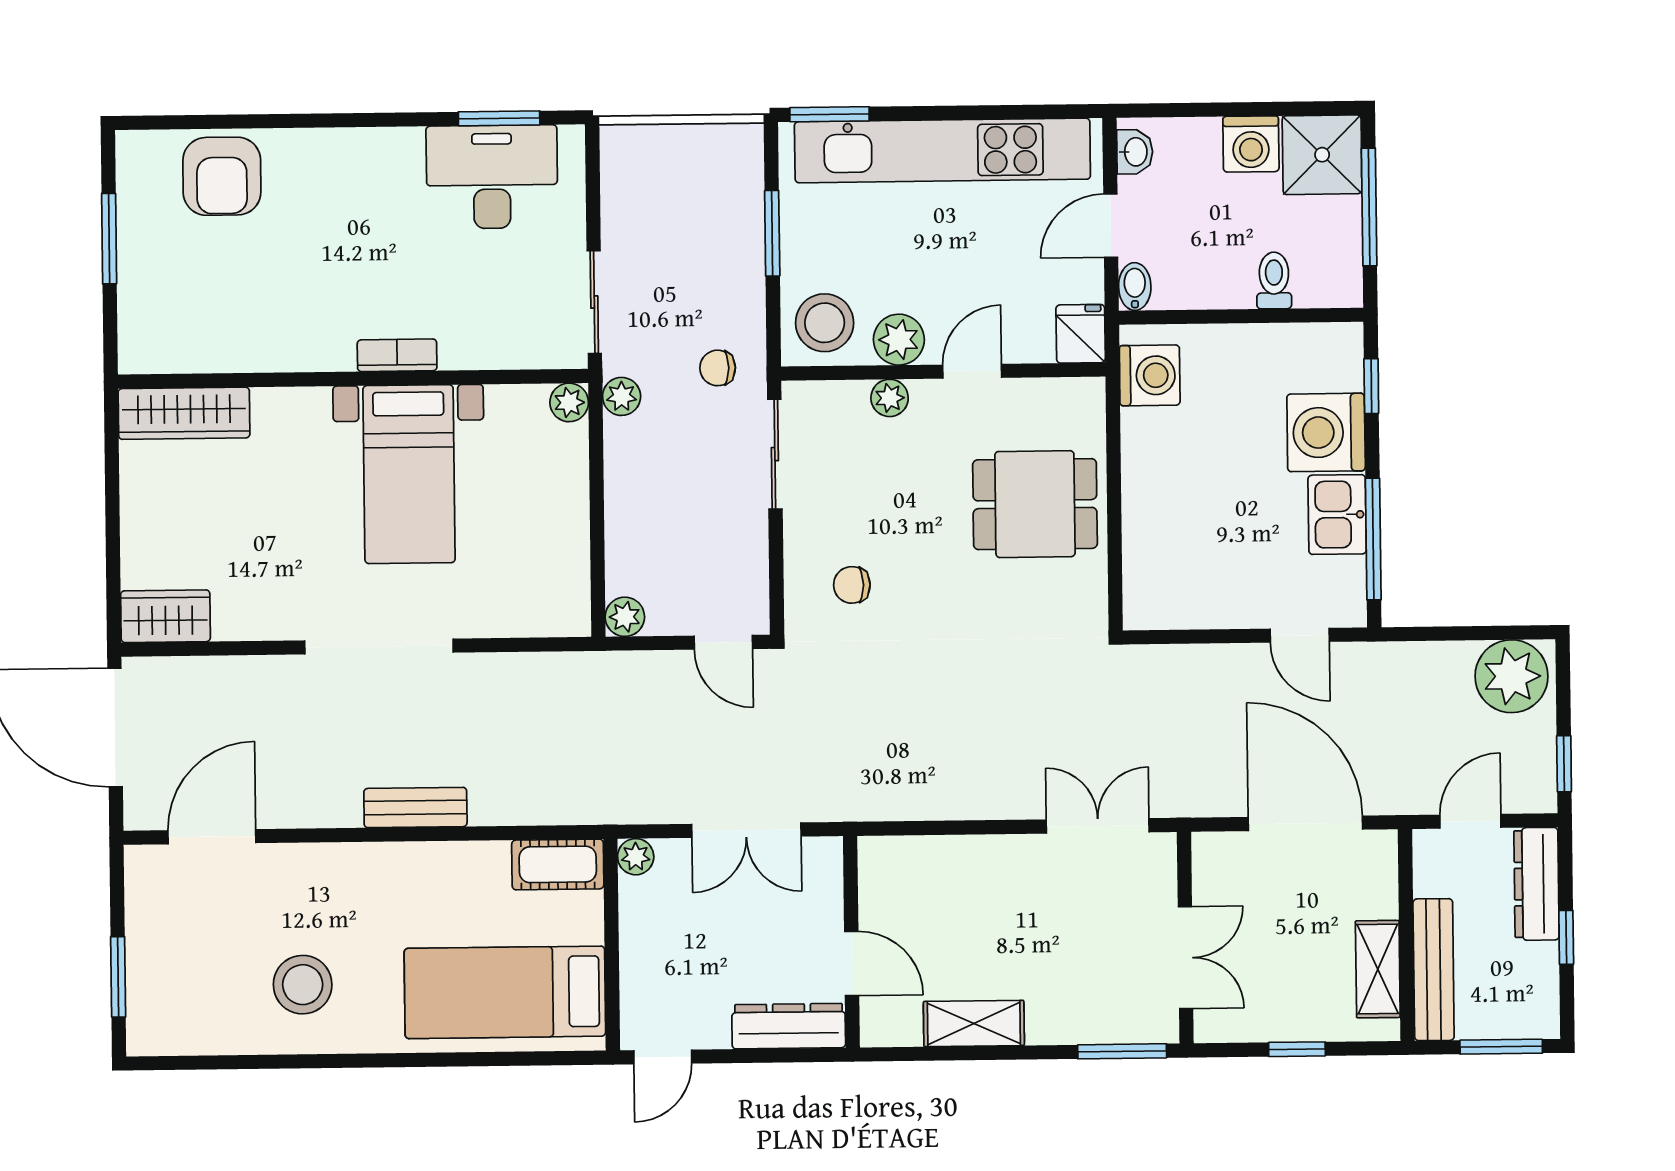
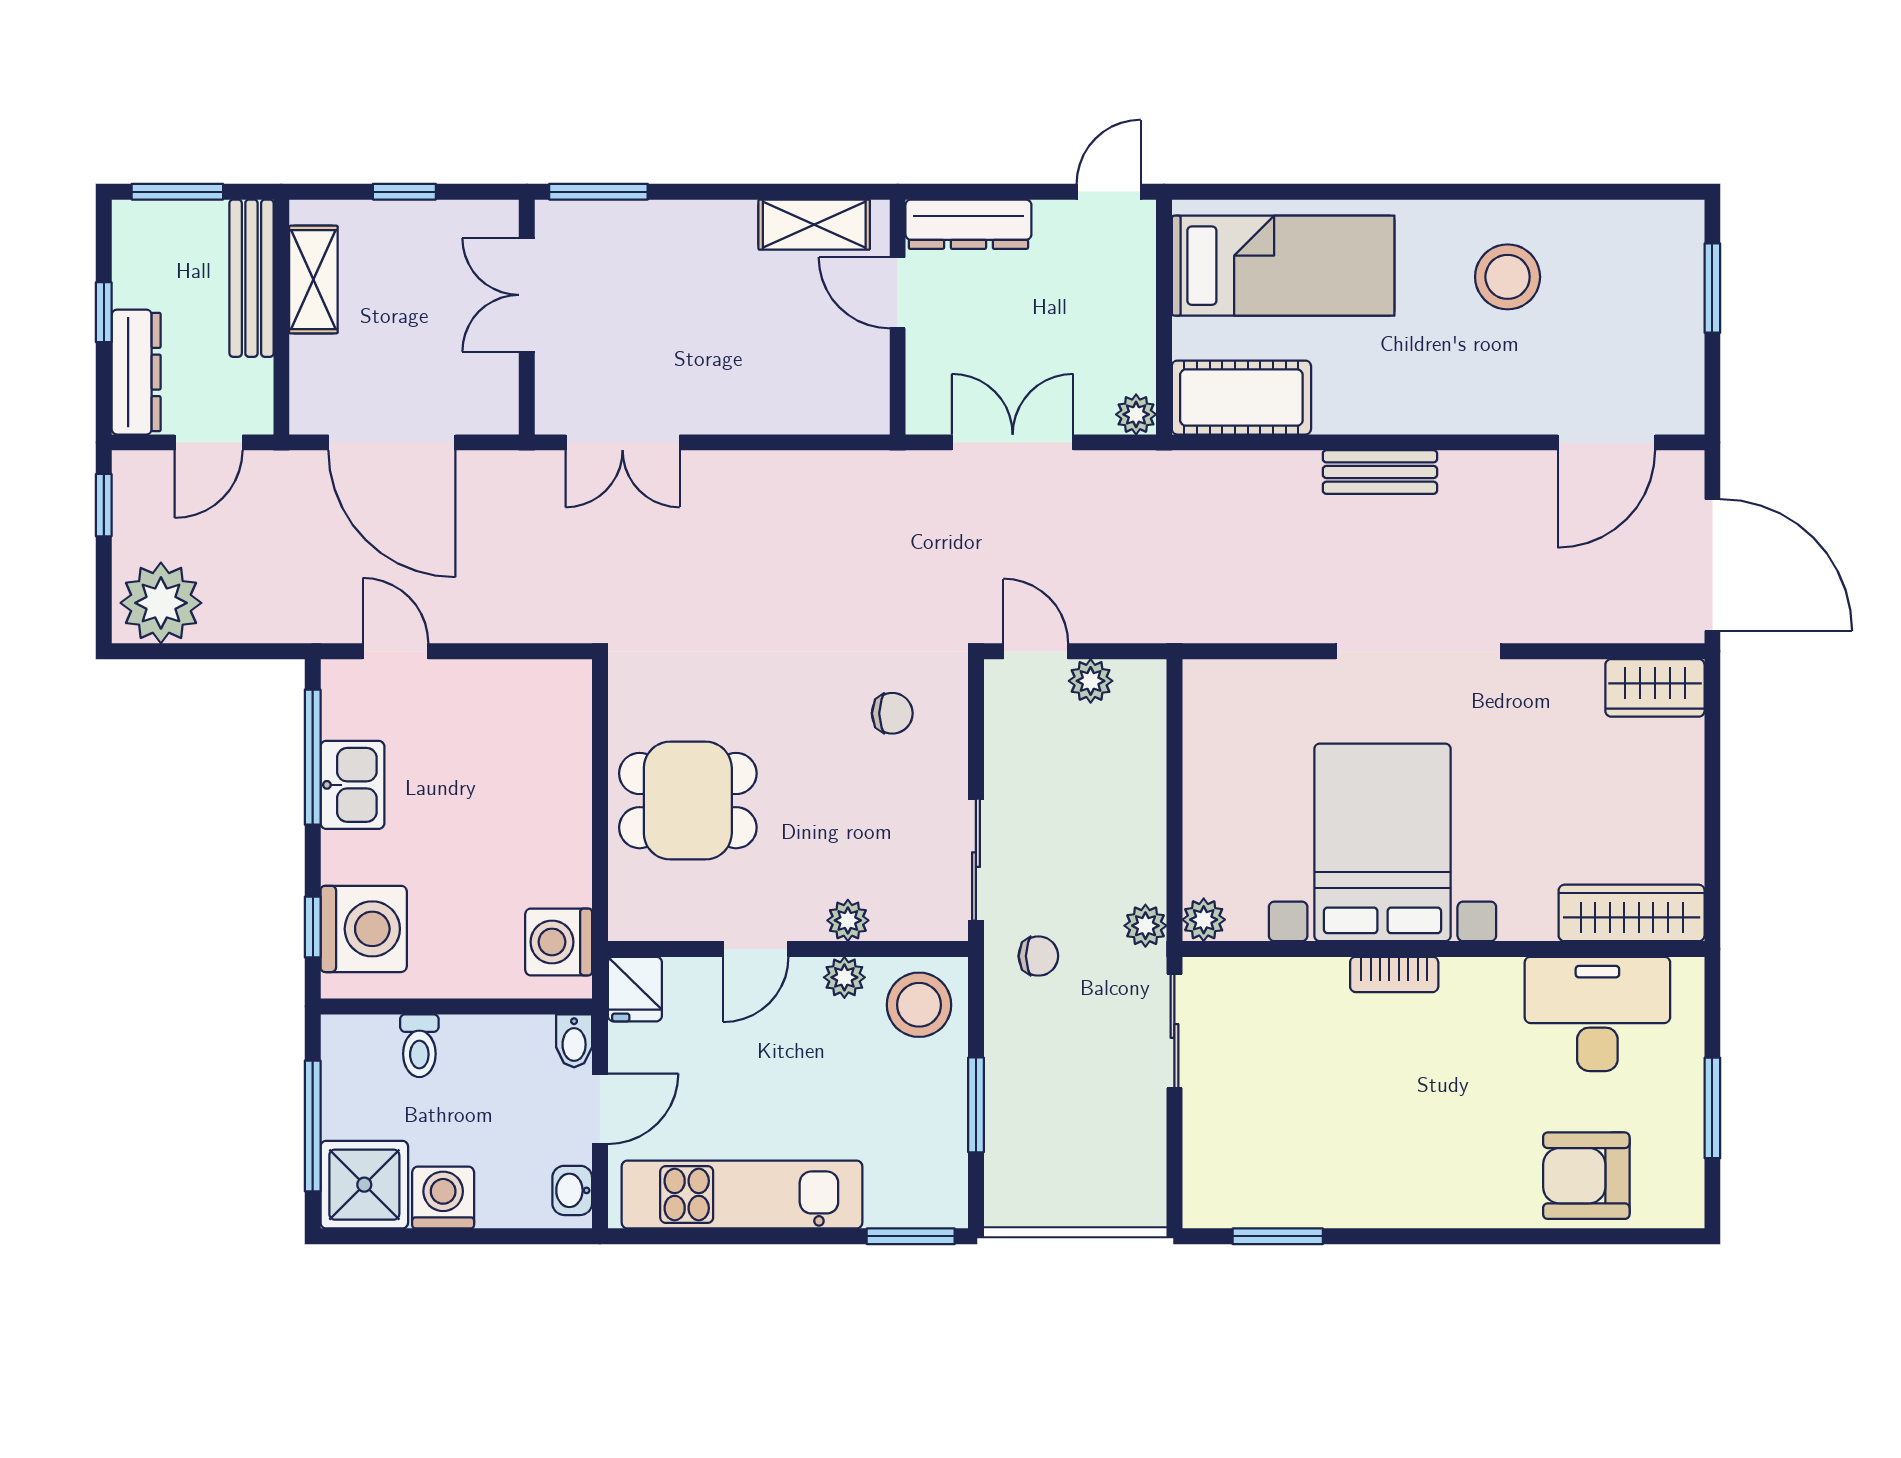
kitchen unit: (942, 150) -> (742, 1194), width x0.73
armchair: (222, 176) -> (1586, 1176), turned -90
desk: (492, 177) -> (1597, 1014), moved, turned 180
plant: (899, 340) -> (844, 977), width x0.73, depth x0.73
washing machine: (1326, 432) -> (364, 929), moved
bed with nightstands: (409, 474) -> (1382, 842), width x1.36
plant: (625, 617) -> (1091, 681), moved
cot: (558, 864) -> (1241, 398), width x1.37, depth x1.34
shelving: (974, 1023) -> (814, 225), moved

